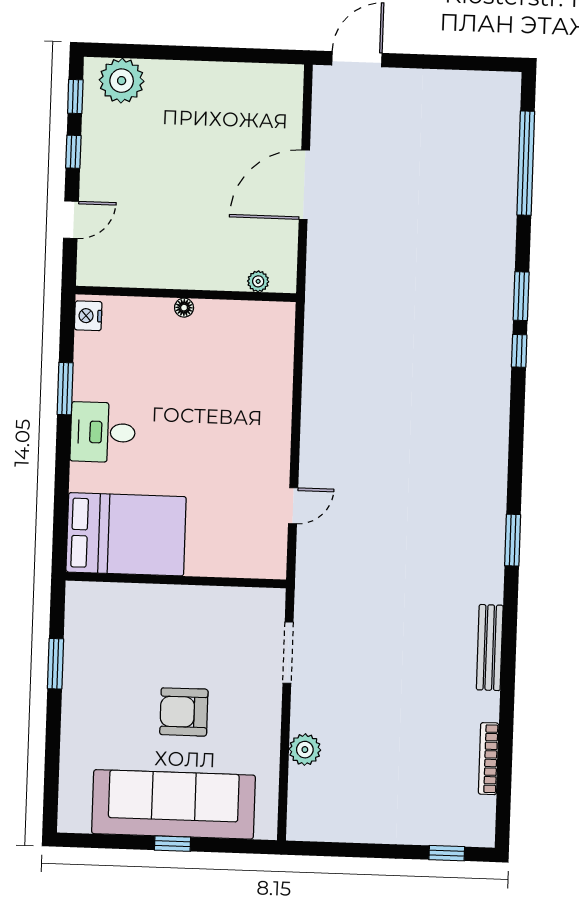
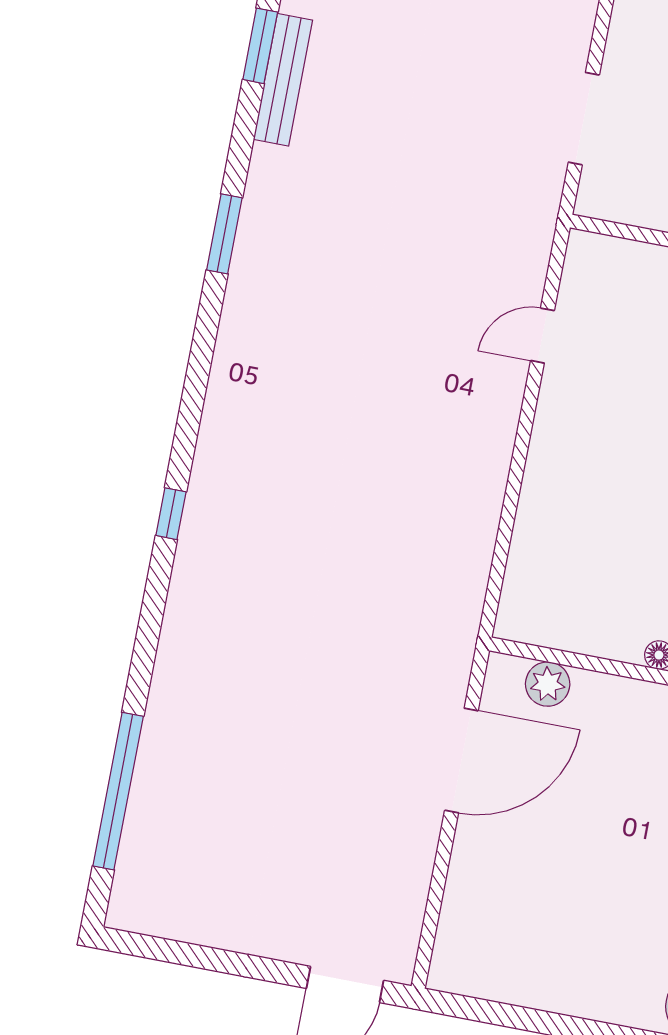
door: (304, 185) -> (461, 761), moved
plant: (258, 281) -> (548, 684), width x1.38, depth x1.38
window: (521, 296) -> (260, 46), moved

